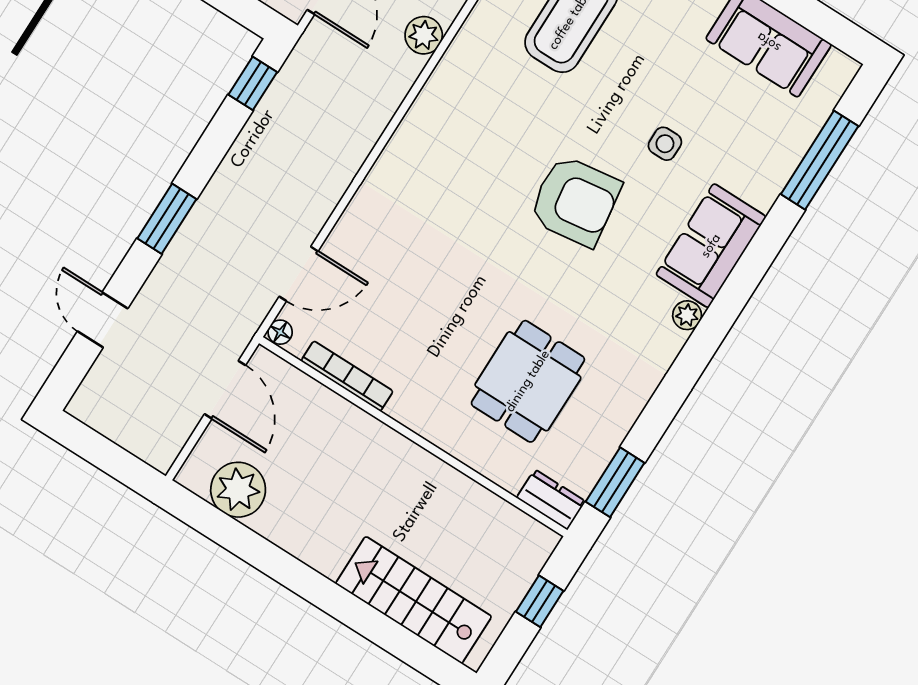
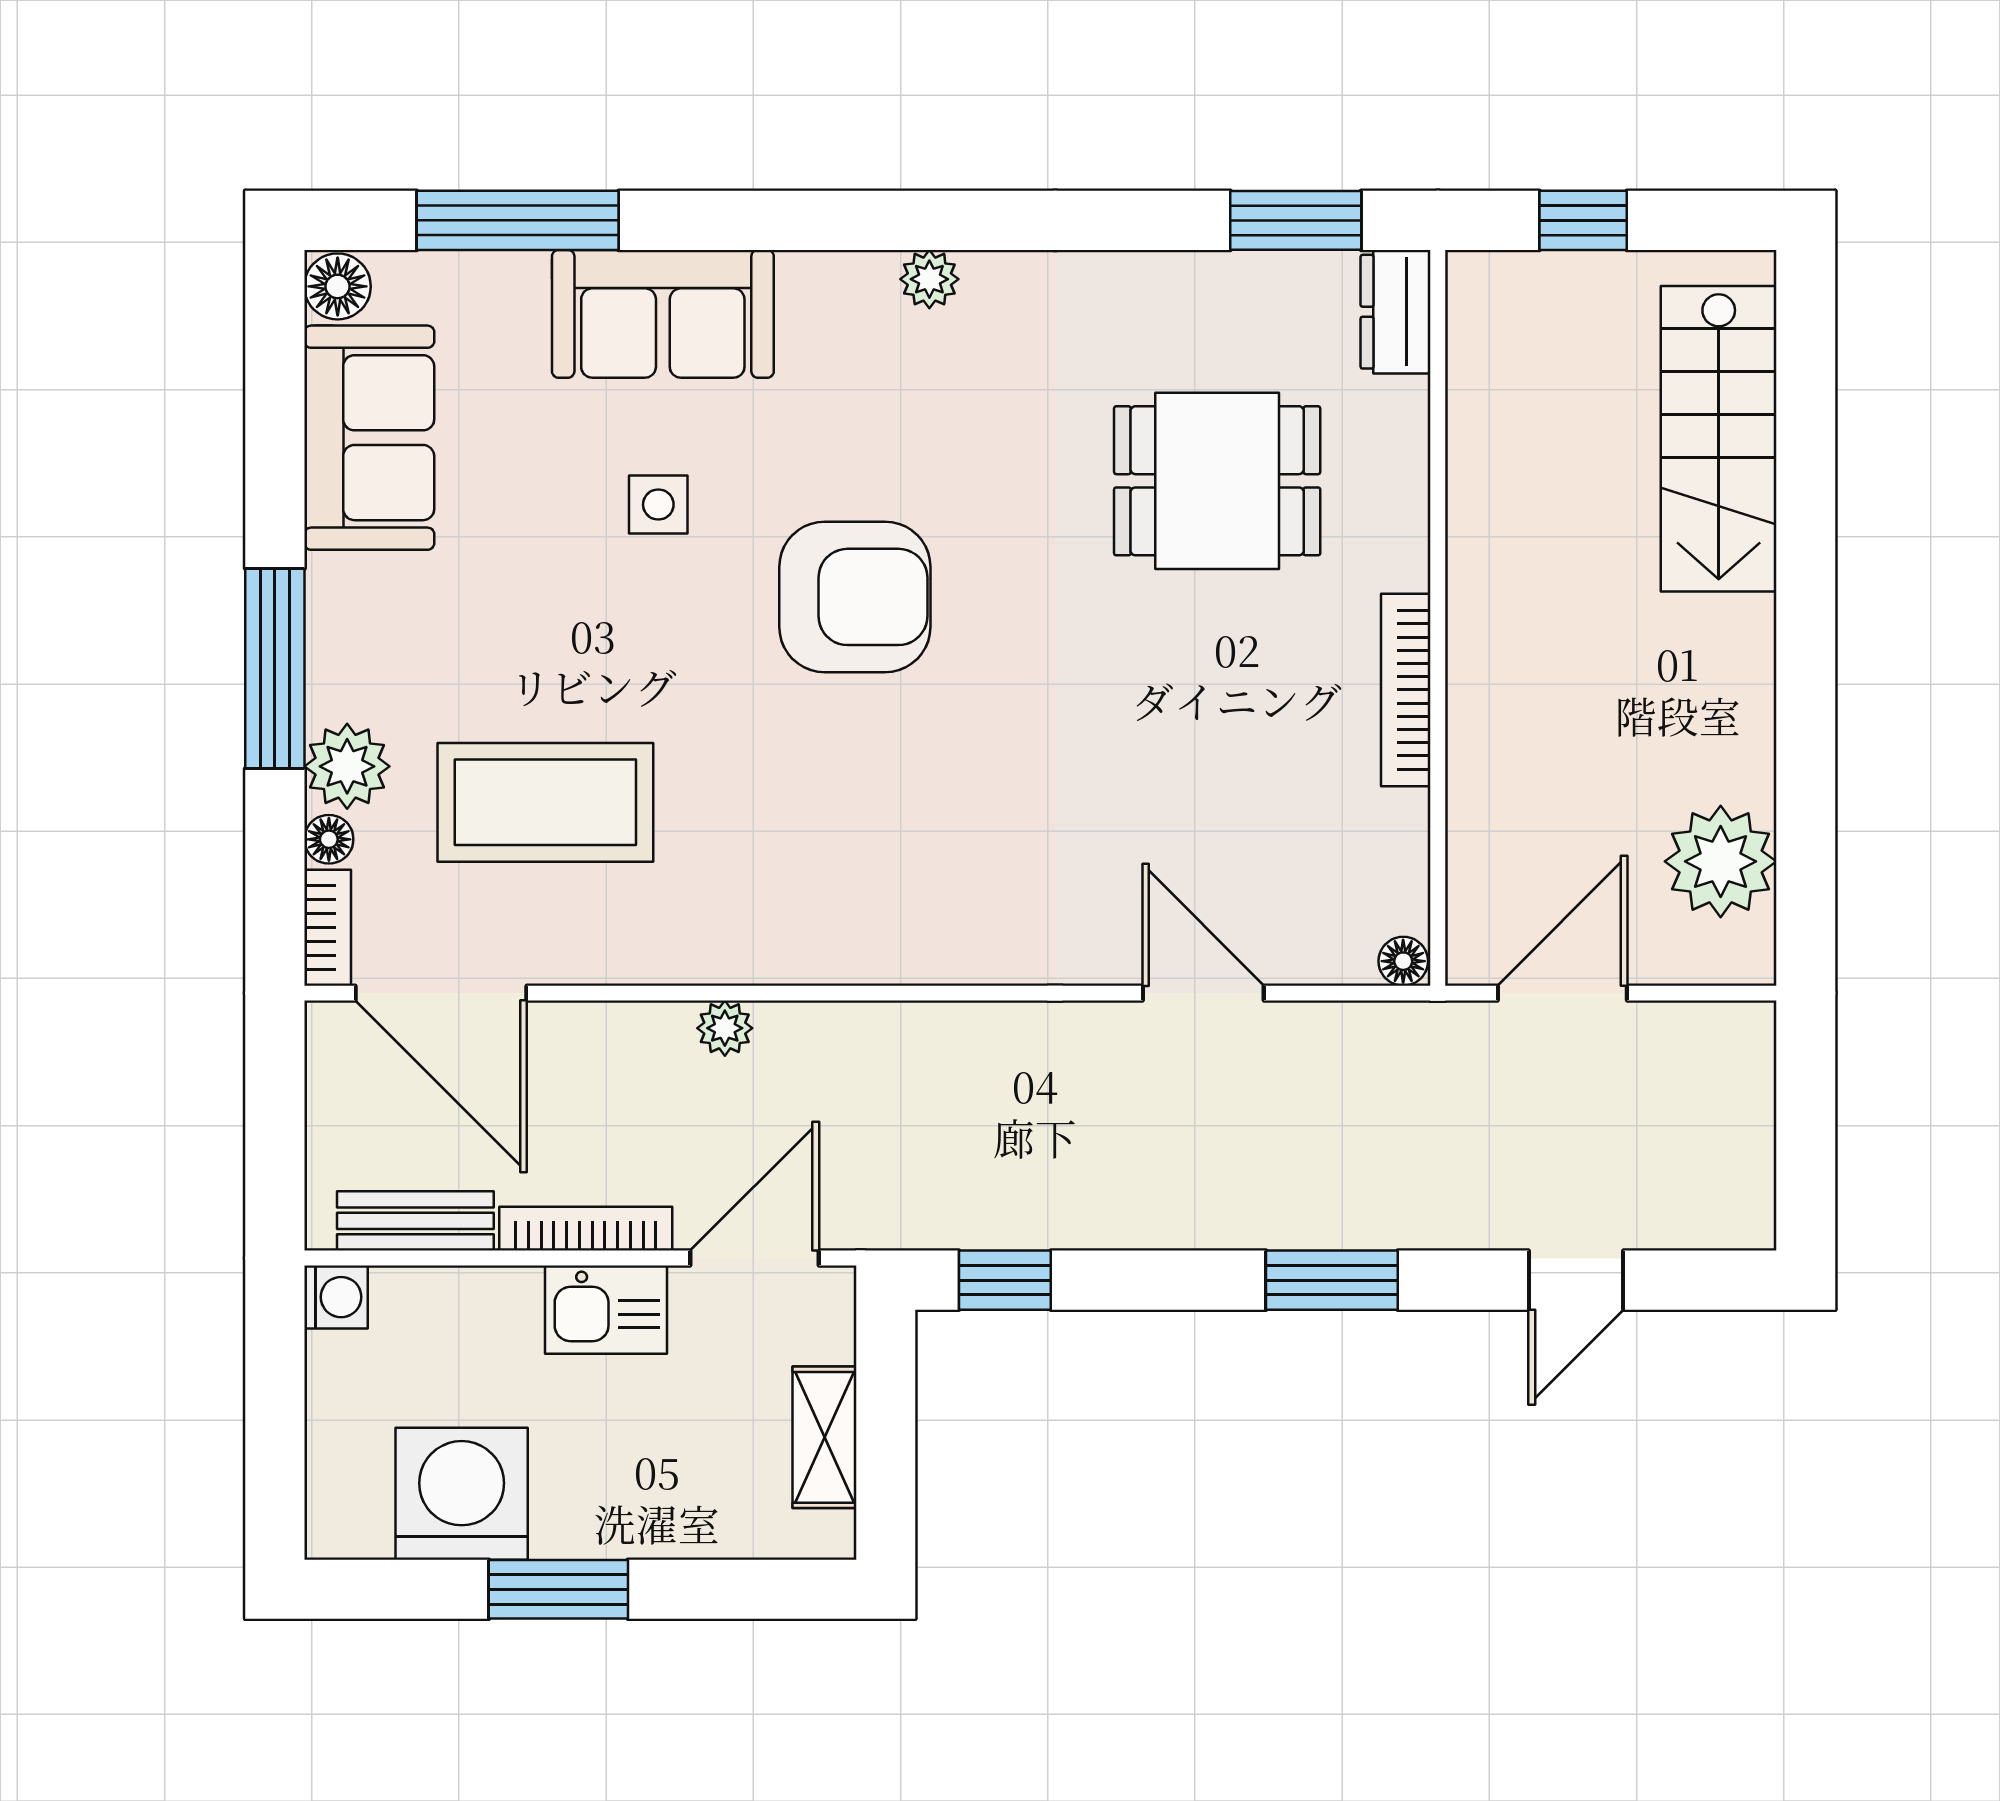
plant: (424, 35) -> (725, 1028), width x0.73, depth x0.73
floor lamp: (840, 68) -> (338, 286), added
armchair: (575, 201) -> (855, 597), turned 98
sofa: (711, 246) -> (663, 314), moved
door: (299, 274) -> (1203, 993), moved
bookcase: (347, 376) -> (1406, 690), moved

